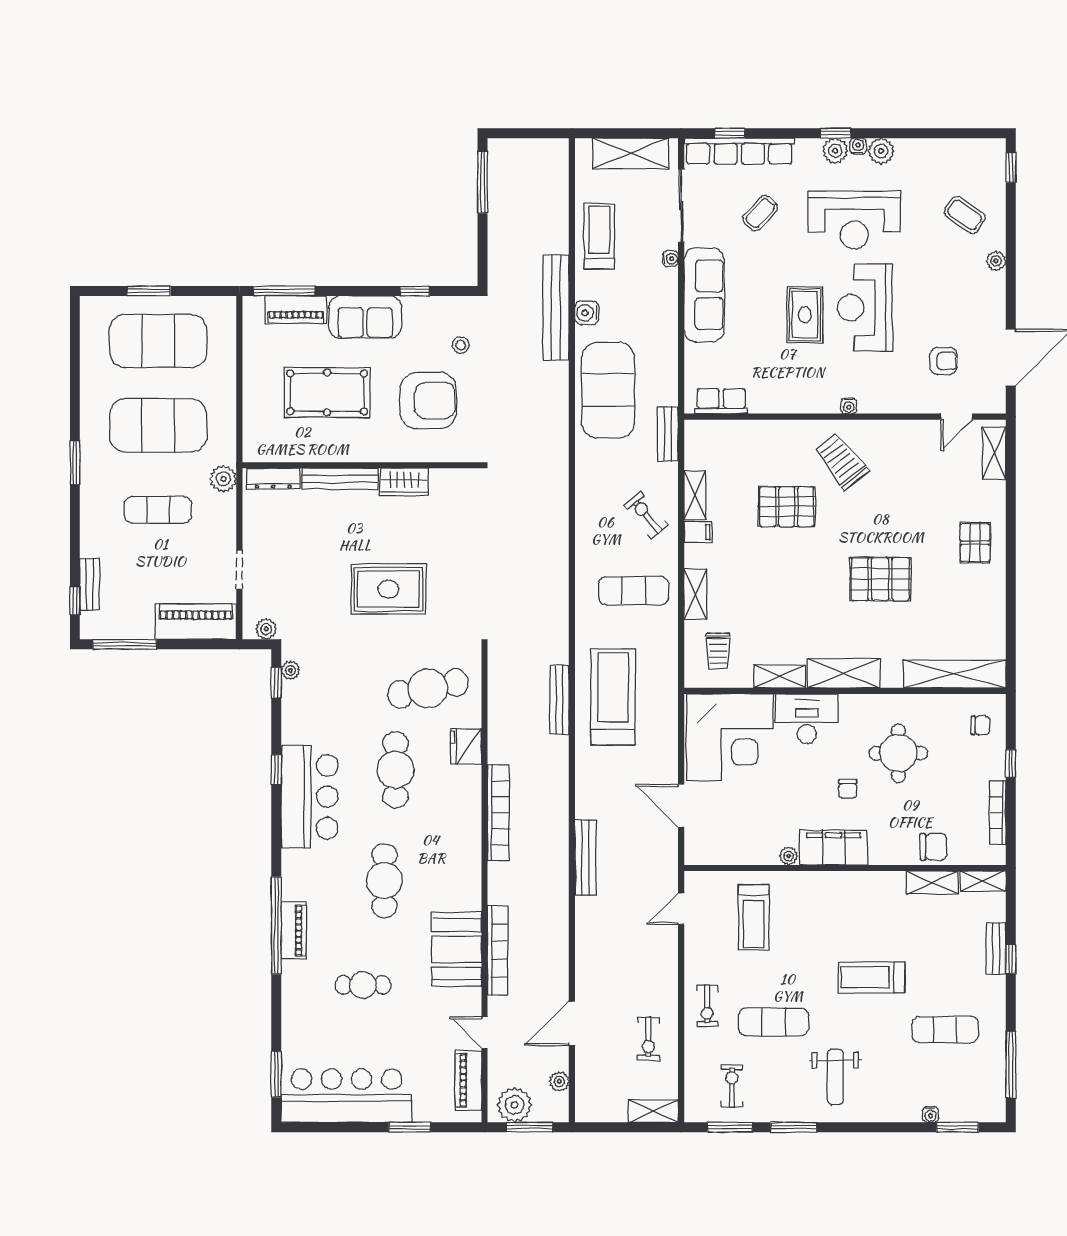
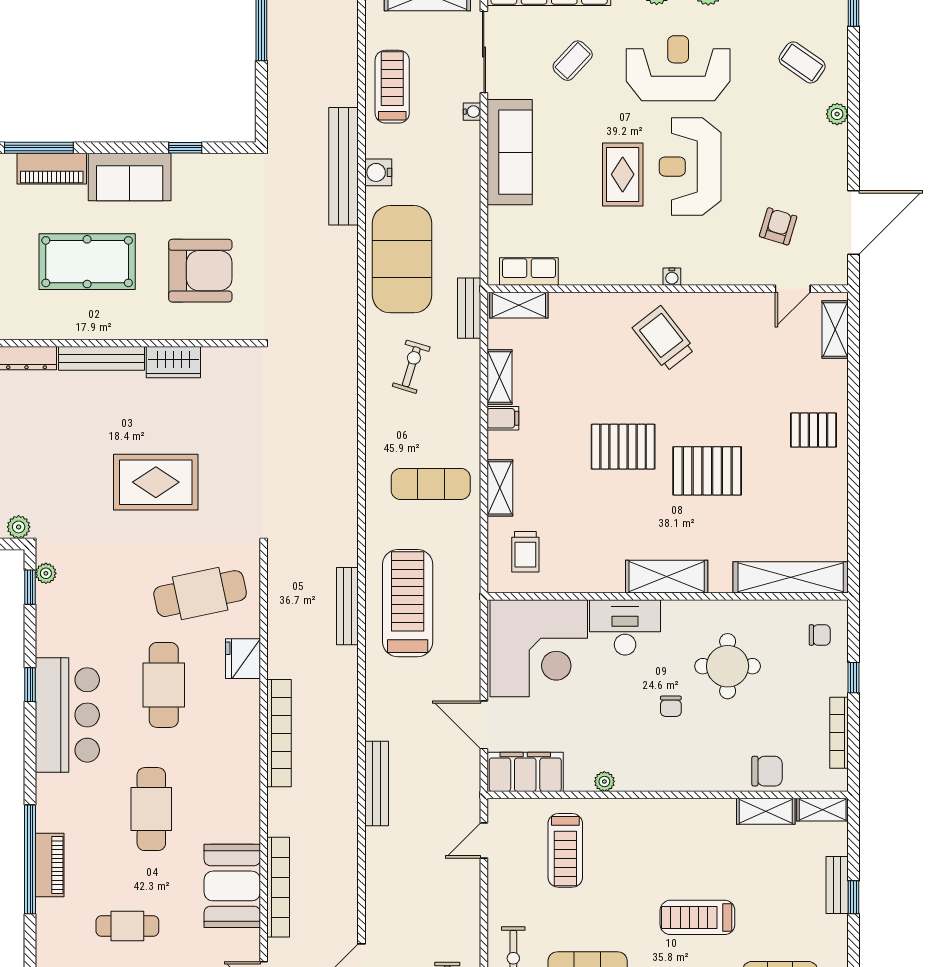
reception desk: (854, 220) -> (678, 68), turned 180
stool: (461, 345) -> (237, 208), removed
armchair: (943, 361) -> (778, 226), turned -73
pallet: (787, 507) -> (623, 447), moved
exercise bike: (646, 515) -> (411, 367), moved, turned 56
pallet: (975, 543) -> (813, 430), turned 90
shelving: (780, 676) -> (519, 305), moved
filing cabinet: (833, 848) -> (525, 772), moved

